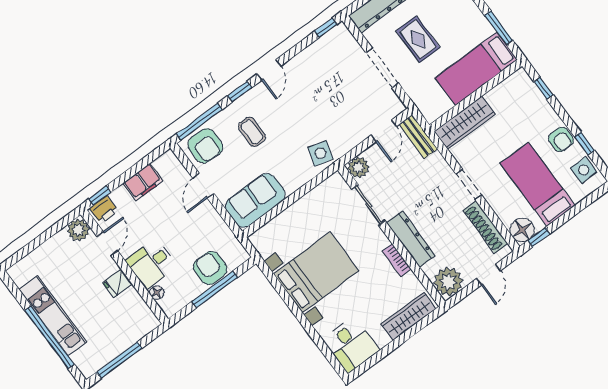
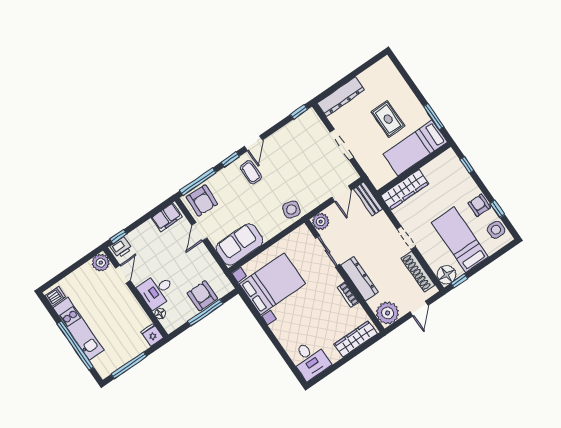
rug: (418, 39) -> (388, 119), moved
coffee table: (252, 132) -> (251, 172), moved
armchair: (561, 139) -> (479, 205), turned 180
filing cabinet: (143, 182) -> (167, 217), moved
bed with nightstands: (316, 272) -> (272, 284), moved
dishwasher: (21, 275) -> (55, 296), added
fridge: (117, 283) -> (152, 335), moved, turned 90

